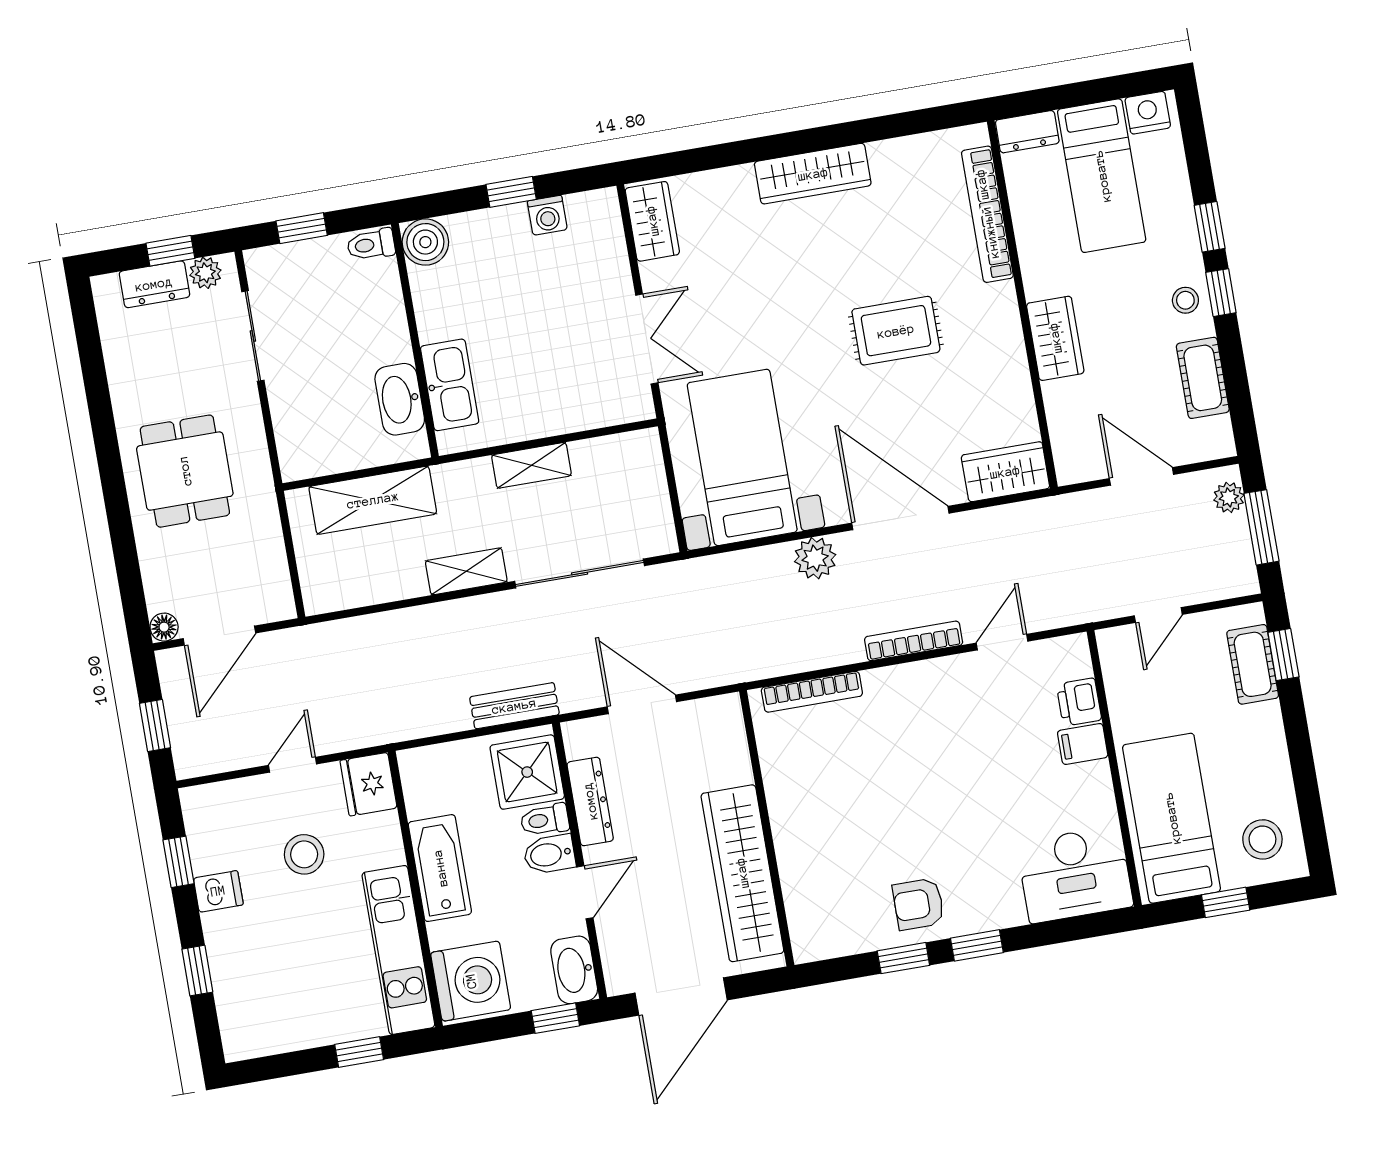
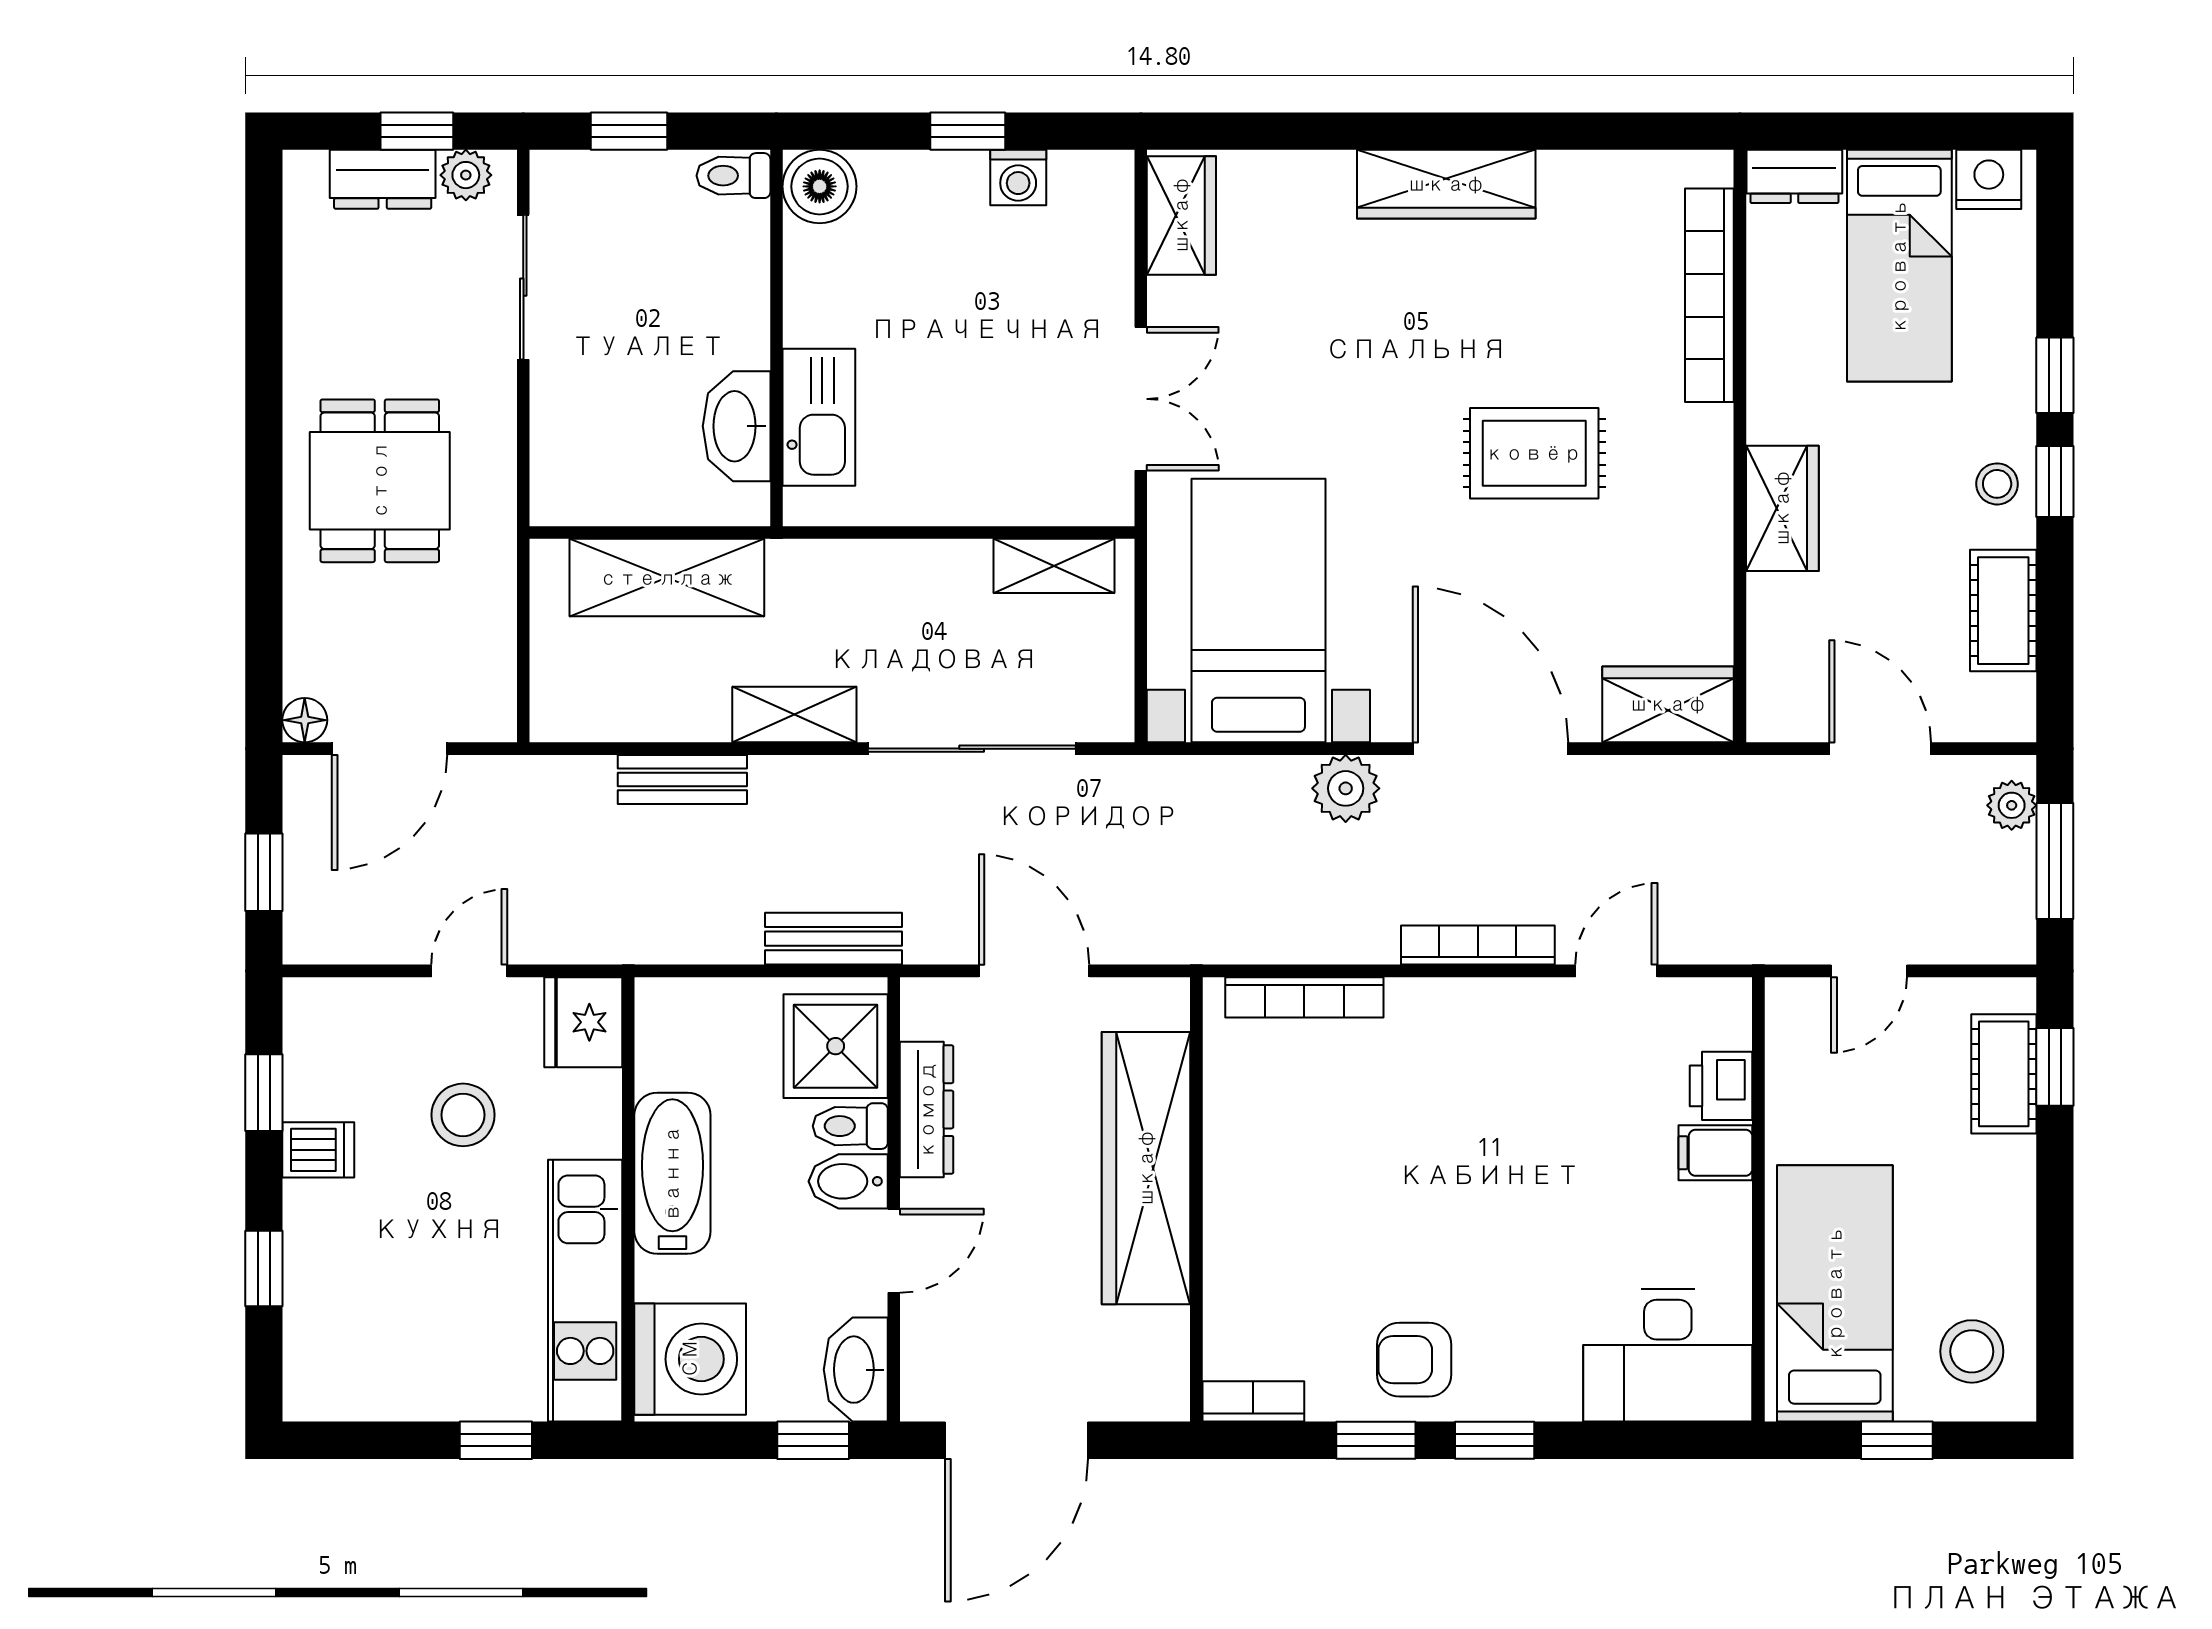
shelving: (531, 465) -> (1054, 566), moved
bench: (404, 623) -> (682, 779), added
wardrobe: (742, 873) -> (1146, 1168), moved
bookcase: (823, 947) -> (1253, 1401), added

